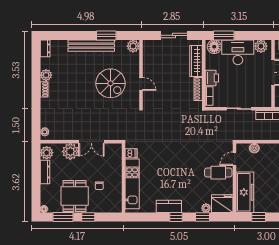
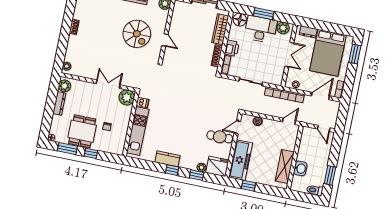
window: (224, 35) -> (264, 14), moved
plant: (46, 75) -> (79, 14), removed
double door: (91, 142) -> (108, 84), swing flipped
plant: (70, 151) -> (127, 97), moved

